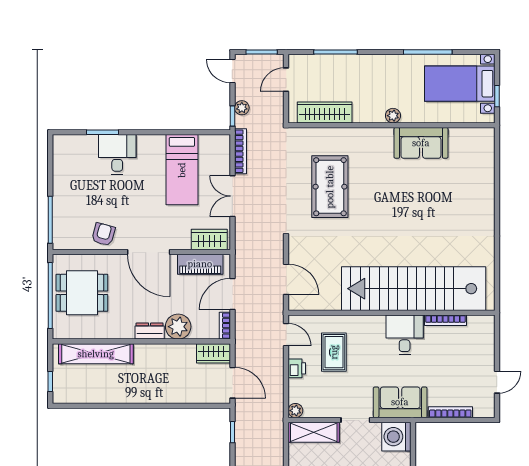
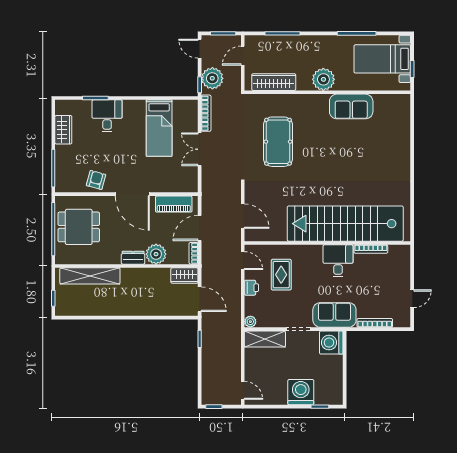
plant: (242, 108) -> (212, 78), width x1.87, depth x1.87
plant: (393, 116) -> (323, 79), width x1.87, depth x1.87
wardrobe: (209, 240) -> (63, 130), moved, turned 90

